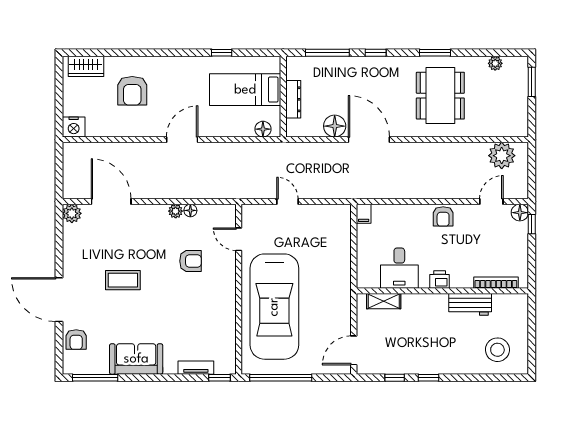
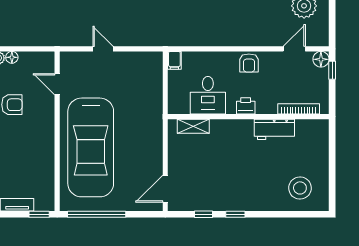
desk: (399, 268) -> (208, 95), moved
printer: (440, 280) -> (246, 106), moved
bookcase: (496, 283) -> (299, 109), moved
wall: (442, 291) -> (248, 117), moved
shelving: (384, 301) -> (193, 126), moved
workbench: (470, 304) -> (274, 129), moved

